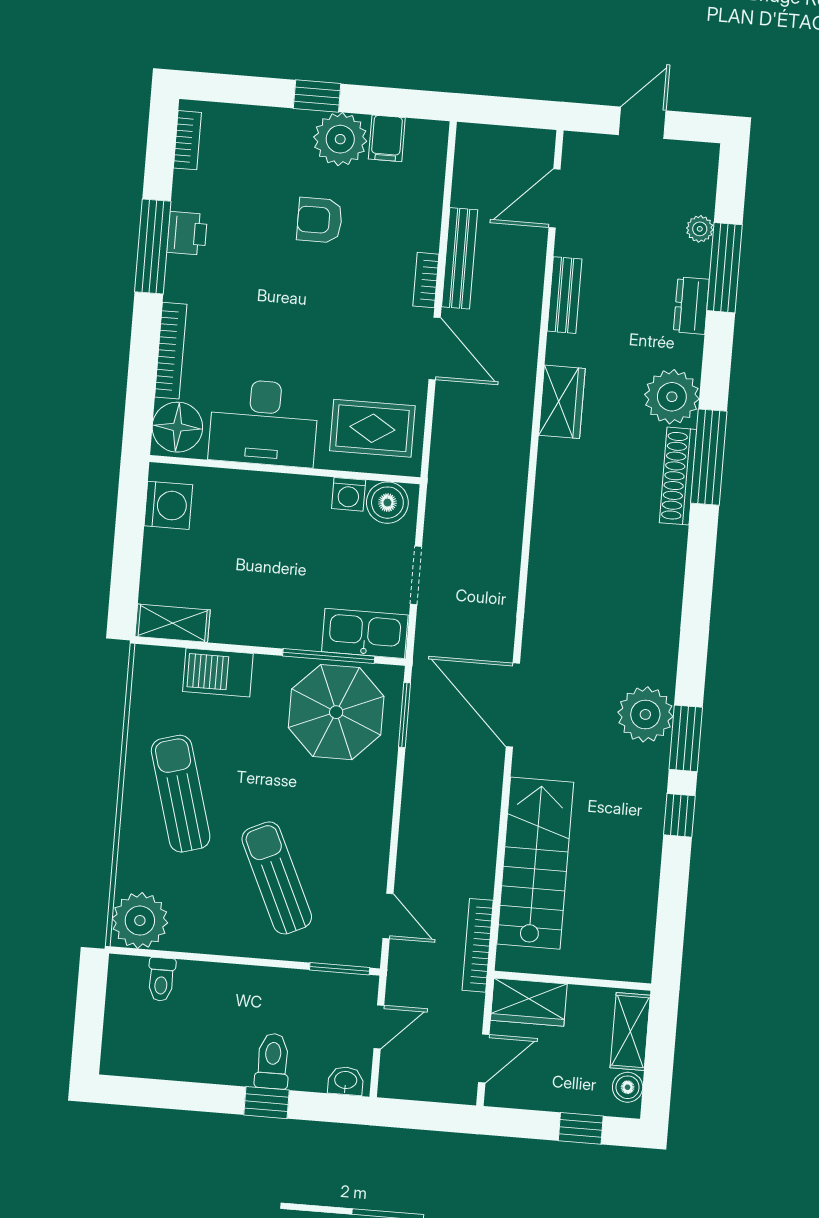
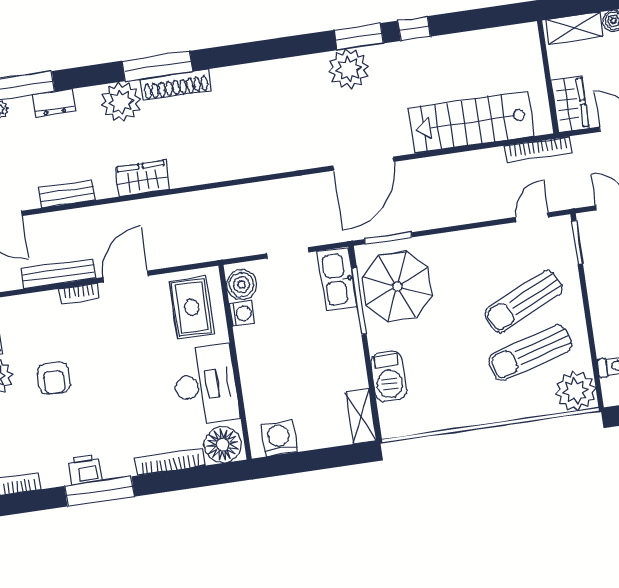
sun lounger: (181, 794) -> (530, 353), moved

